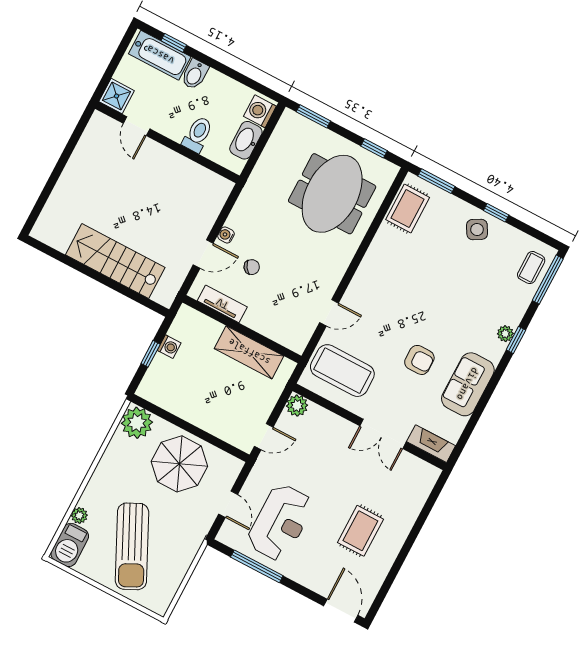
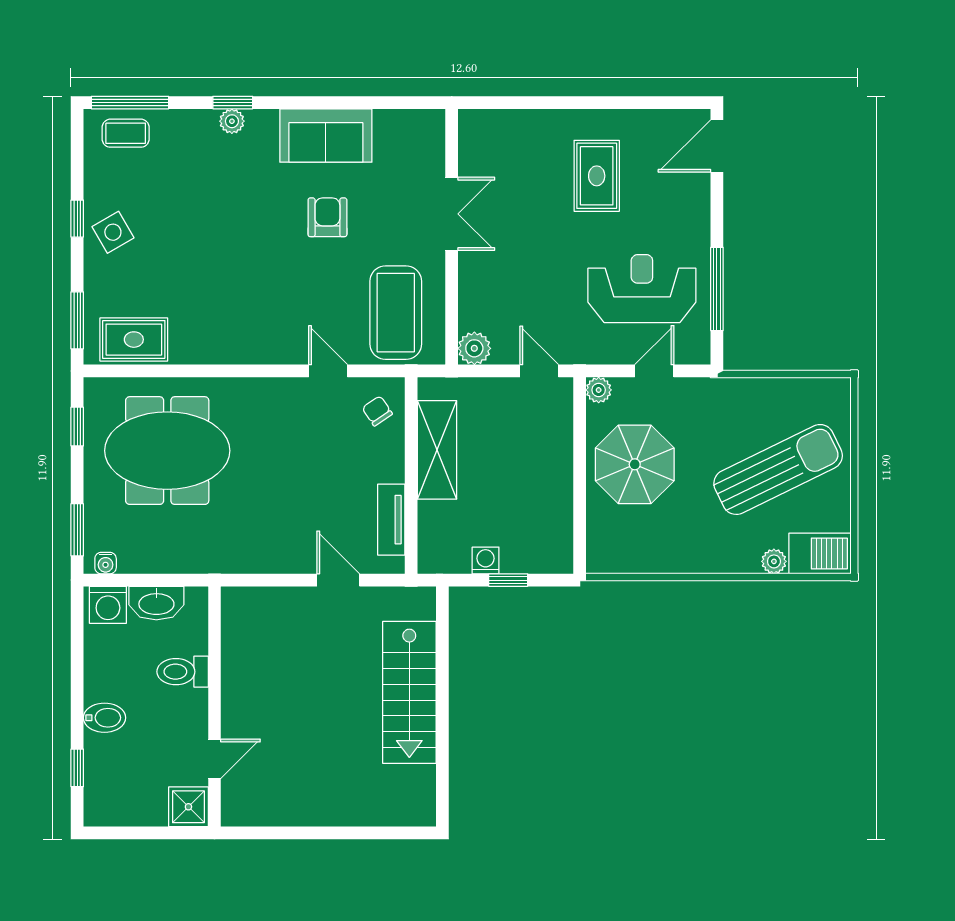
bathtub: (160, 55) -> (104, 778), removed
water cooler: (226, 235) -> (106, 563), moved
chair: (252, 267) -> (377, 411), moved
plant: (137, 423) -> (599, 390), moved, width x0.53, depth x0.53
fireplace: (431, 444) -> (431, 143), removed
rug: (360, 531) -> (597, 176), turned 90

